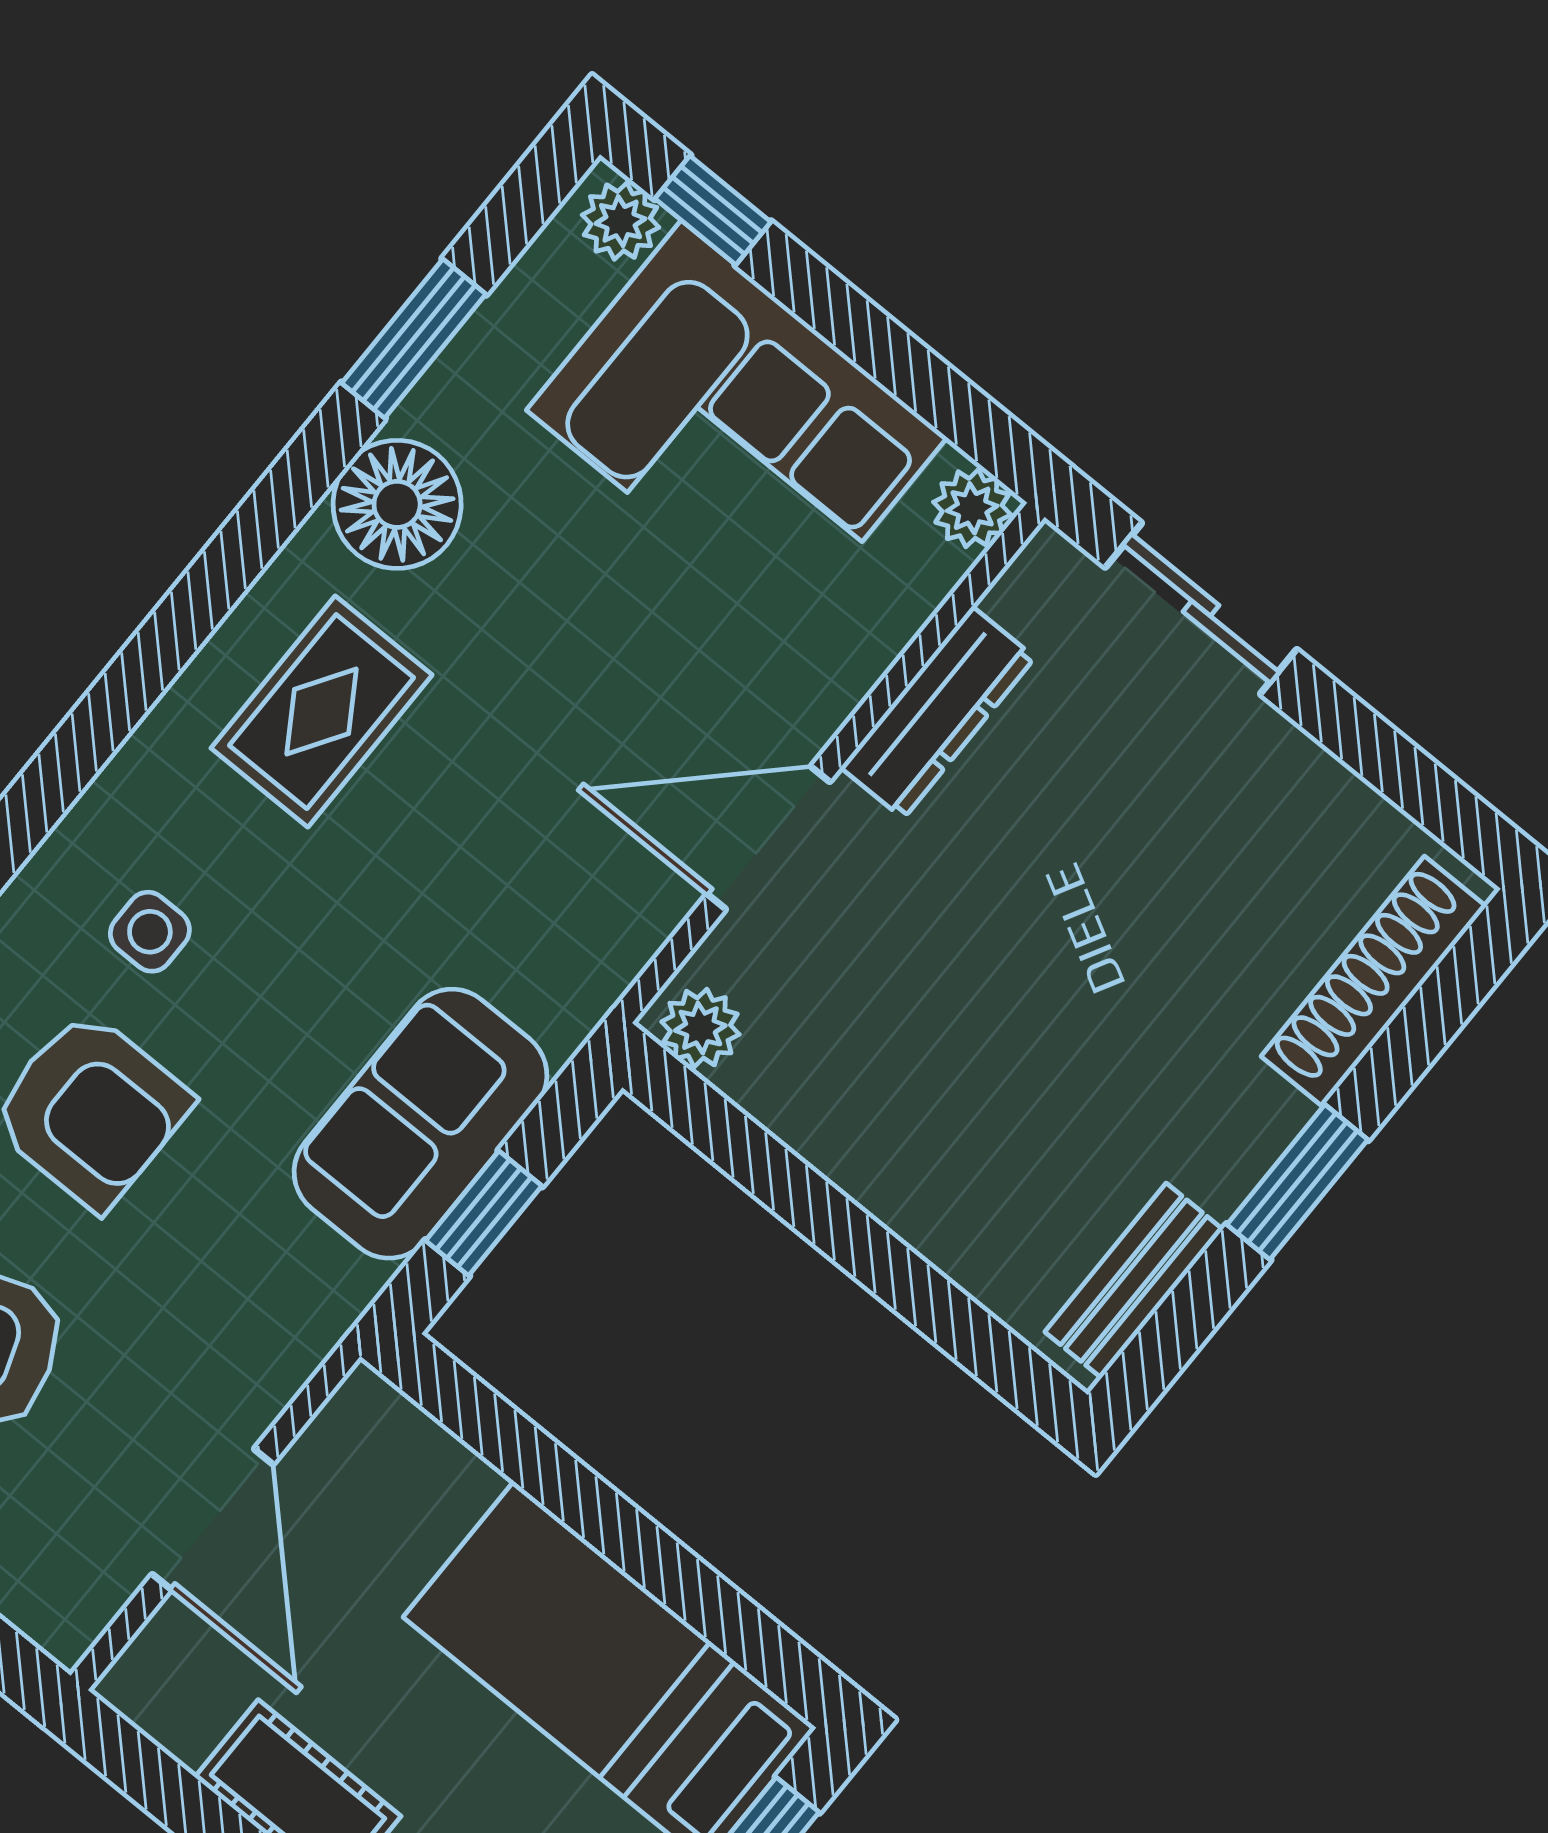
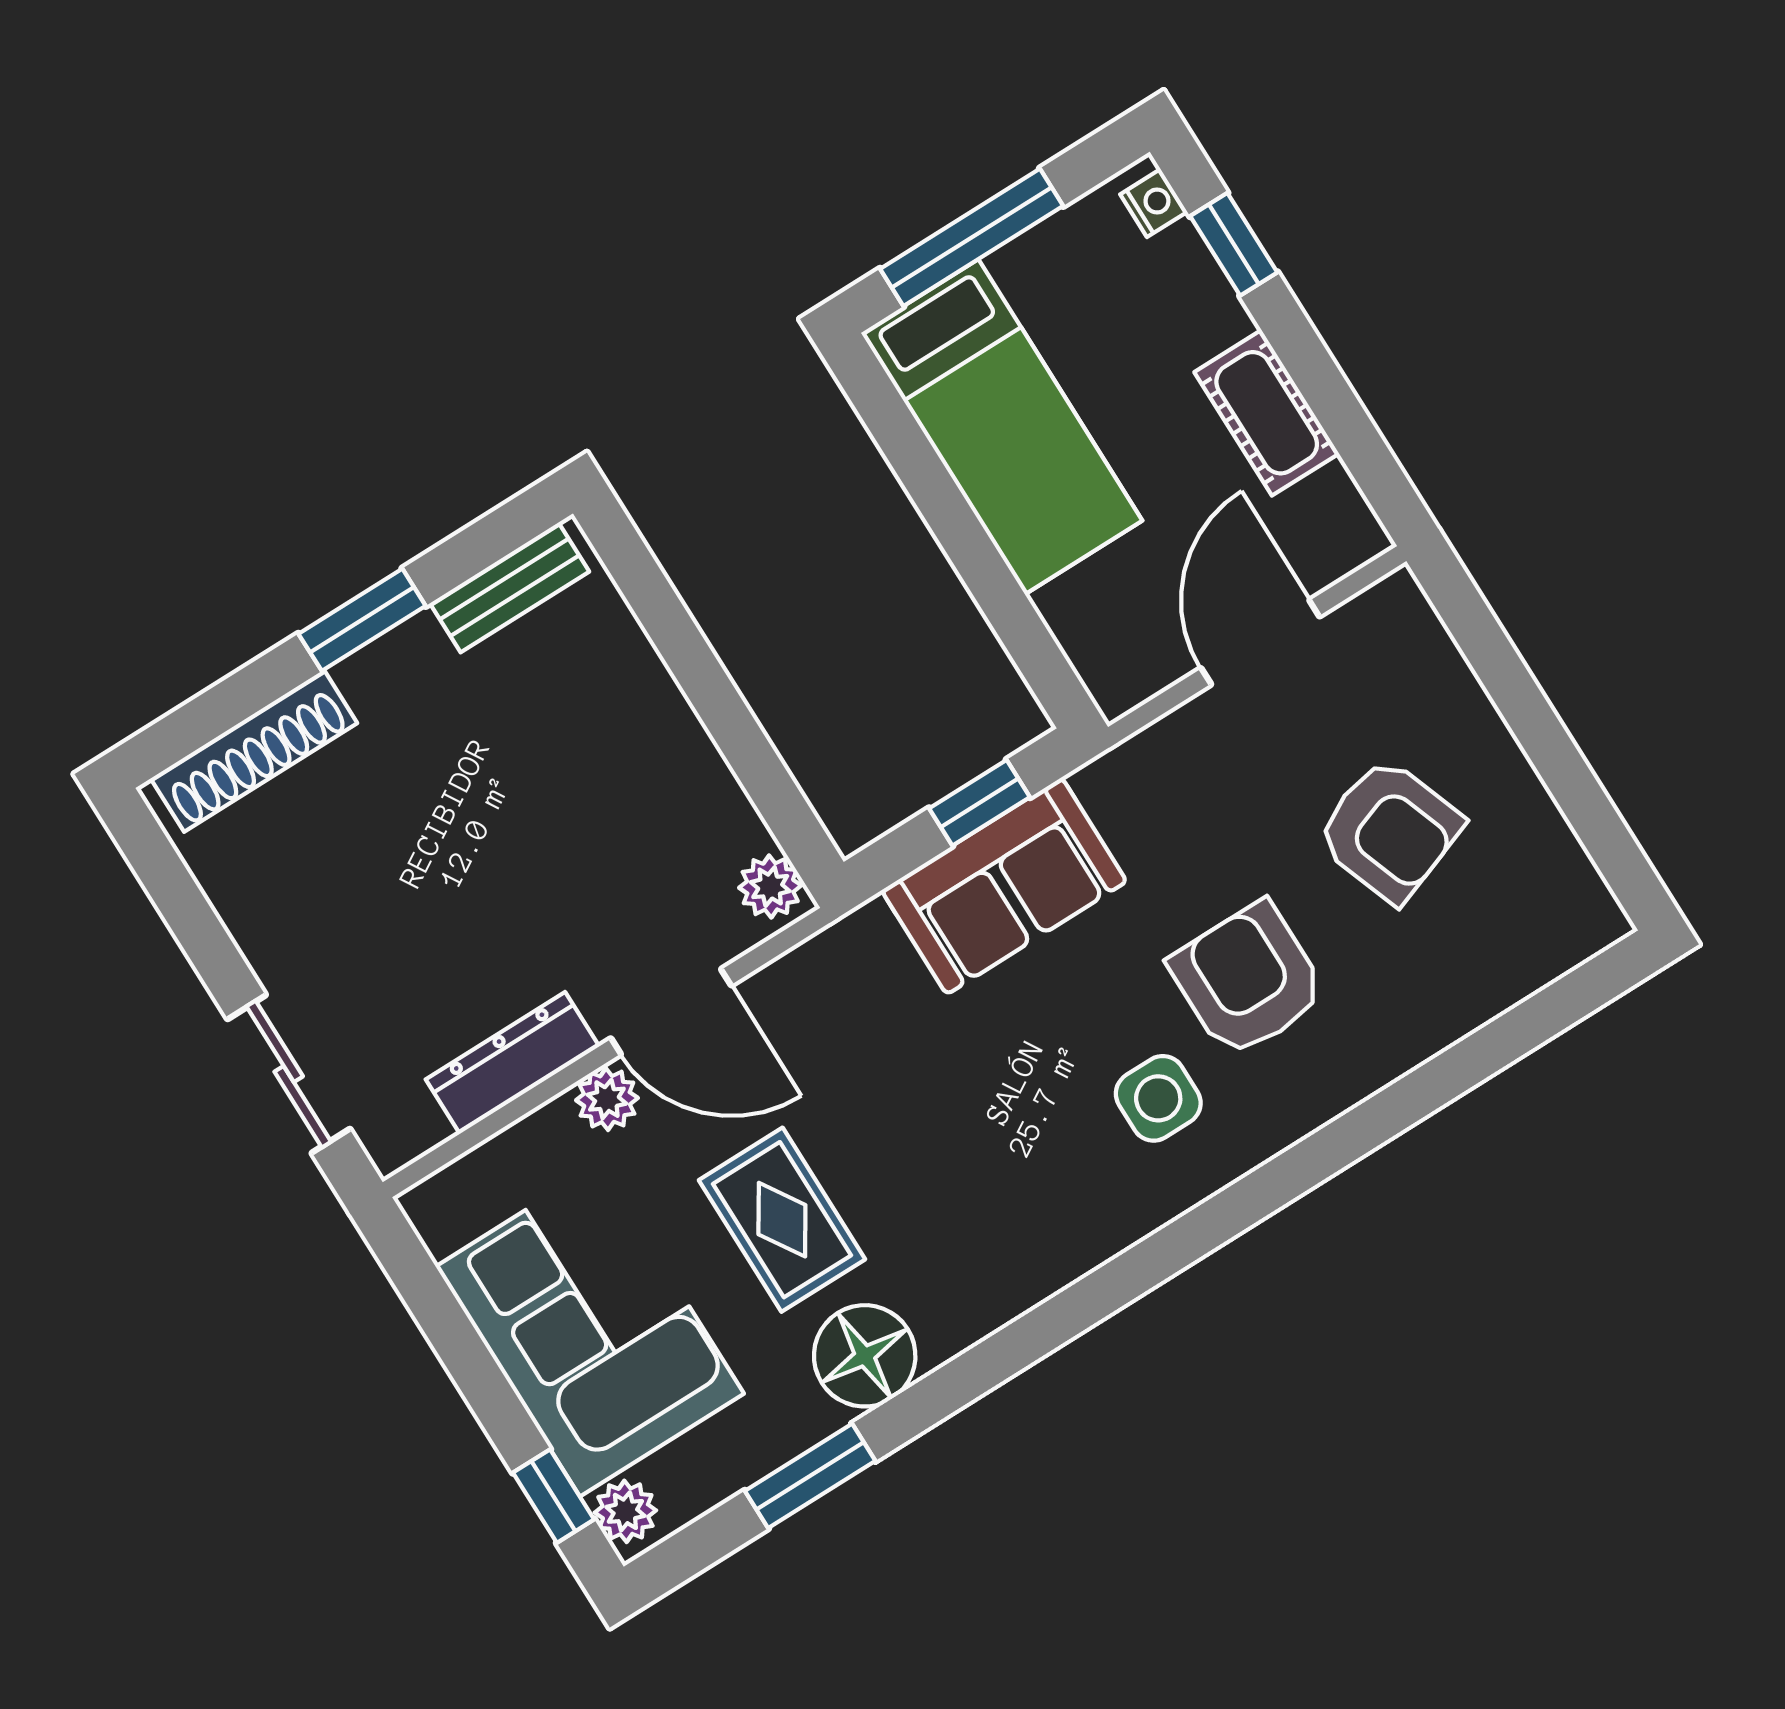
plant: (972, 508) -> (607, 1099), moved
rug: (322, 712) -> (782, 1220), moved, turned 90
side table: (150, 932) -> (1158, 1098), width x1.37, depth x1.37

